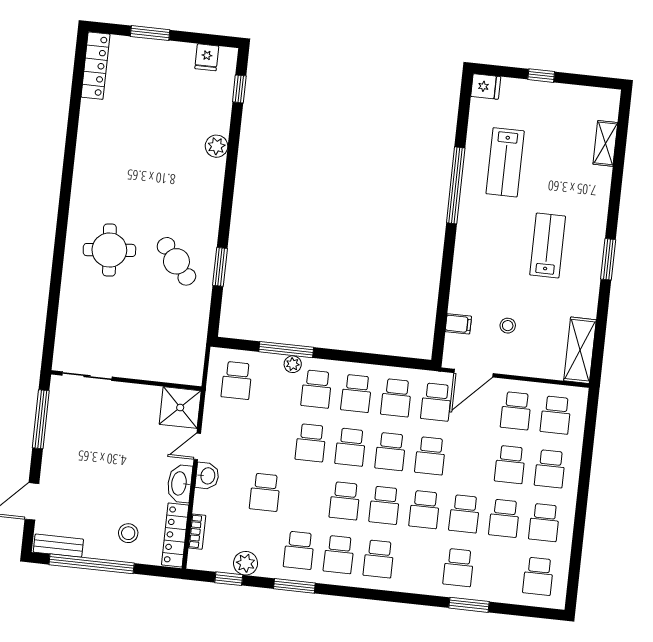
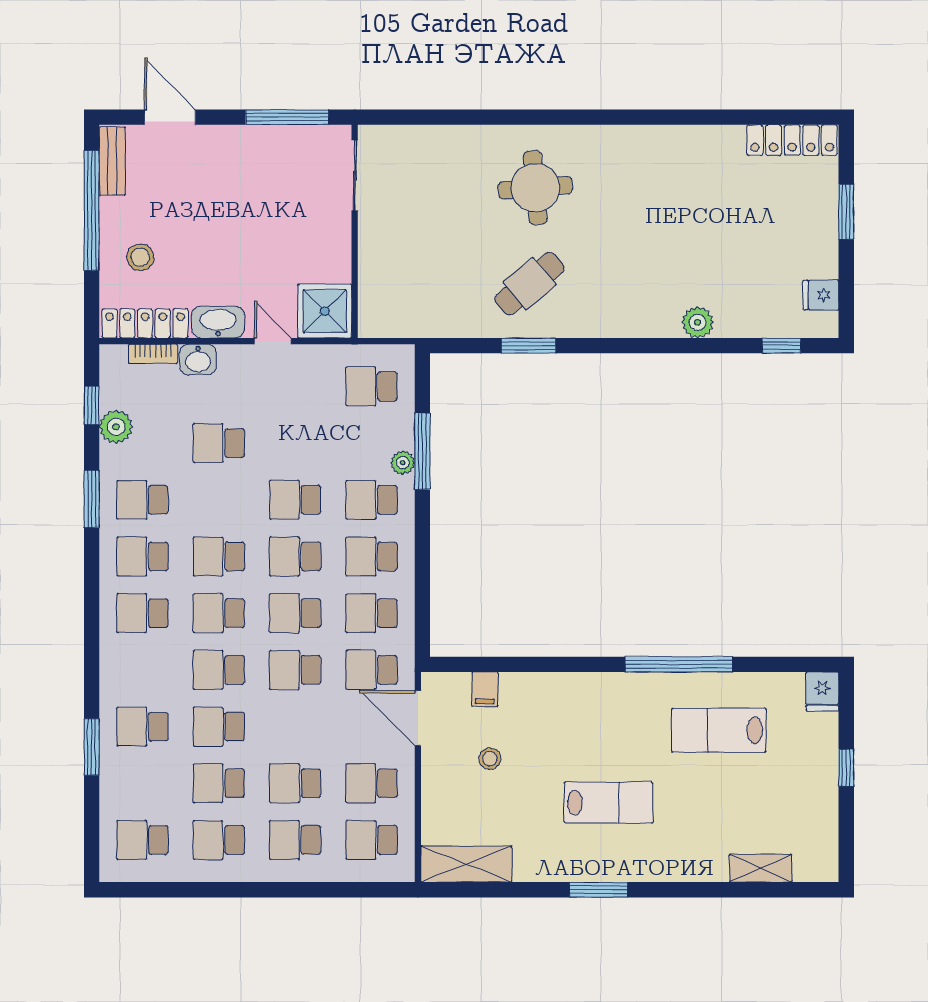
washbasin: (207, 476) -> (198, 360), moved

